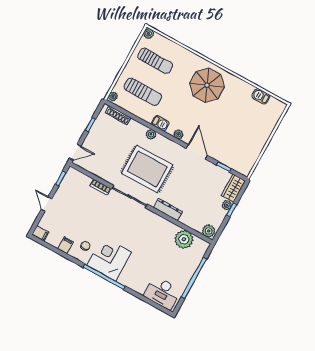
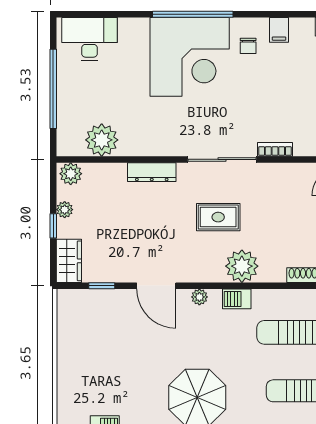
plant: (151, 134) -> (242, 266), width x1.87, depth x1.87
rug: (147, 169) -> (218, 217), width x0.54, depth x0.49
plant: (227, 205) -> (65, 210), moved
corner desk: (109, 259) -> (190, 57), width x1.36, depth x1.36

